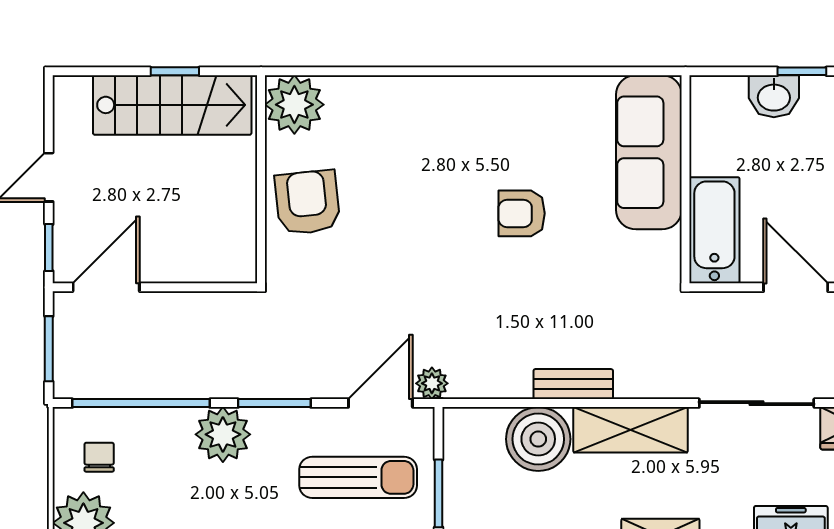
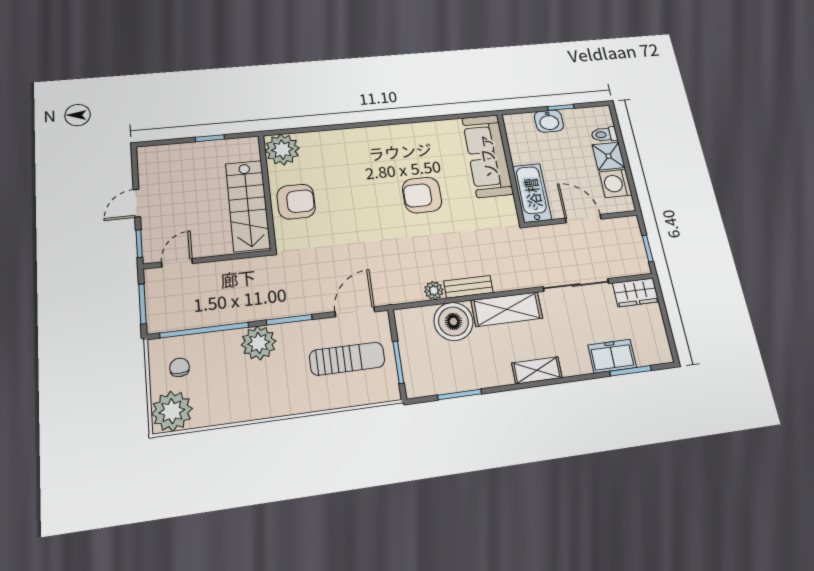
stairs: (172, 105) -> (248, 206), moved, turned 90
armchair: (307, 202) -> (296, 202), turned 96
armchair: (522, 213) -> (422, 195), width x1.38, depth x1.38
door: (106, 287) -> (177, 263), width x0.73
plant: (432, 383) -> (434, 290), moved

